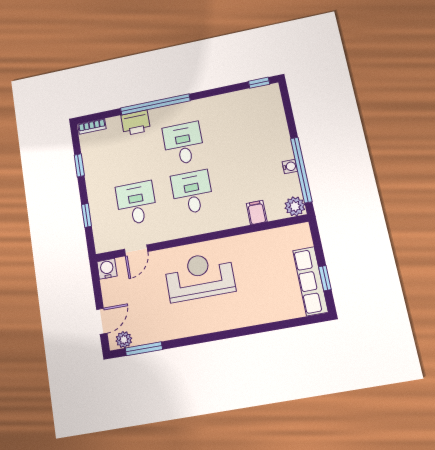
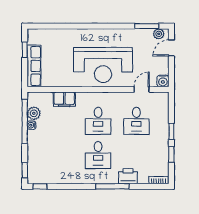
window: (286, 101) -> (25, 170), added
window: (155, 104) -> (112, 186), width x0.68
plant: (295, 206) -> (34, 113), moved
filing cabinet: (257, 213) -> (64, 99), width x2.00
window: (87, 215) -> (171, 131), moved
reception desk: (200, 276) -> (103, 65), width x1.36, depth x1.30
row of seats: (310, 281) -> (34, 66), moved

